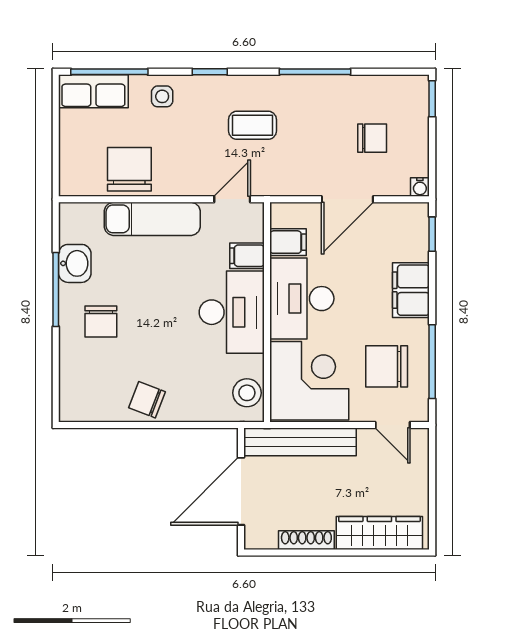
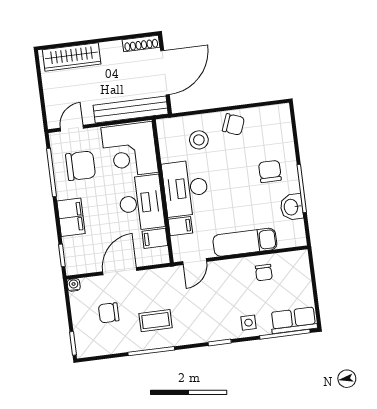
coffee table: (252, 125) -> (156, 321), moved
chair: (129, 169) -> (264, 273), width x0.54, depth x0.54
stool: (247, 393) -> (199, 140), moved
door: (393, 425) -> (72, 128), hinge flipped
shoe rack: (306, 540) -> (141, 43), moved

